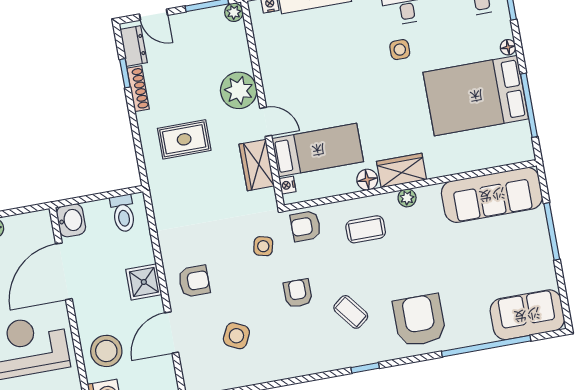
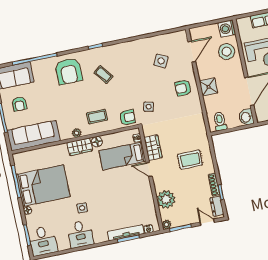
plant: (239, 90) -> (166, 199), moved
armchair: (298, 293) -> (19, 104), moved
door: (172, 332) -> (192, 52), moved

